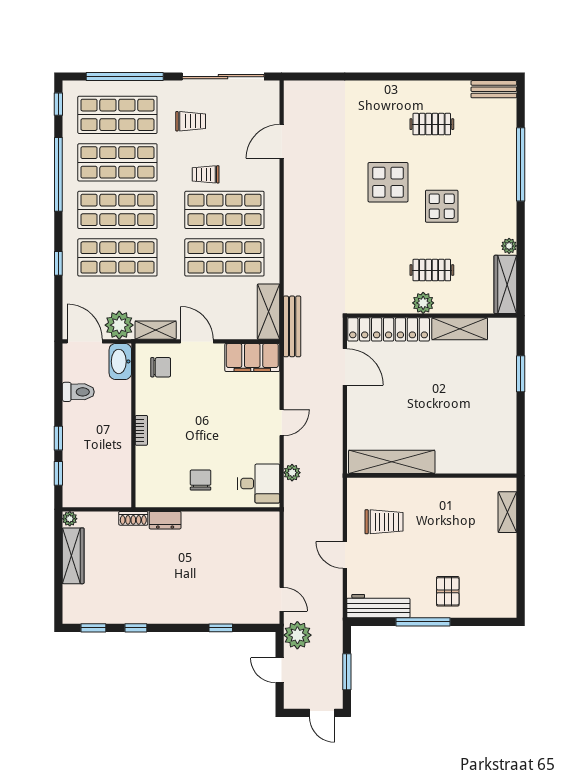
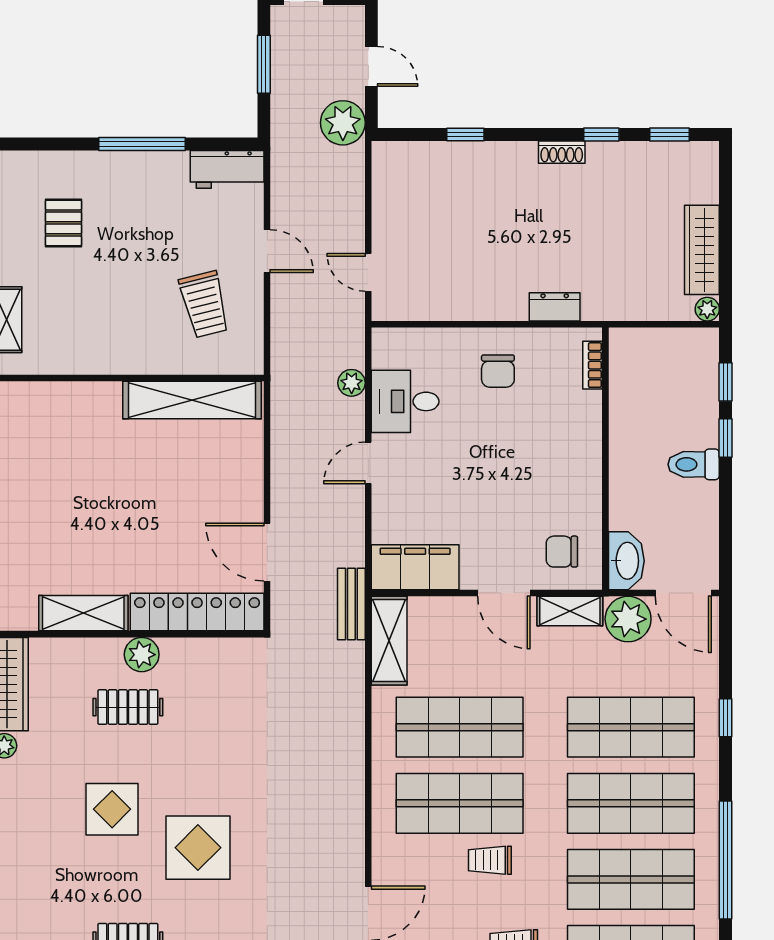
trolley: (206, 174) -> (490, 860), turned 180
bench: (292, 326) -> (351, 604), width x0.73
toilet: (78, 392) -> (694, 464), moved
bookcase: (141, 430) -> (593, 365), moved
desk: (259, 484) -> (405, 401), moved
shoe rack: (133, 518) -> (562, 152), moved, turned 180
trolley: (384, 522) -> (204, 304), turned -104
pallet: (448, 591) -> (63, 223), moved
door: (282, 599) -> (368, 272), moved
workbench: (378, 606) -> (227, 169), width x0.73

